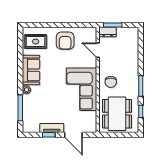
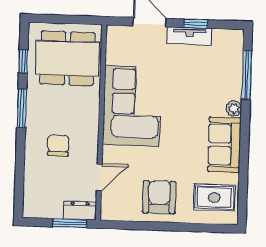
door: (98, 50) -> (99, 177), hinge flipped
chair: (111, 82) -> (58, 145), moved
dining table: (117, 114) -> (67, 58), turned 90

